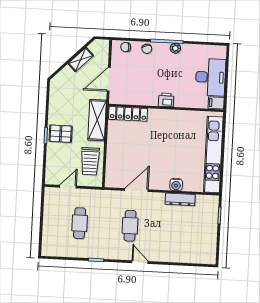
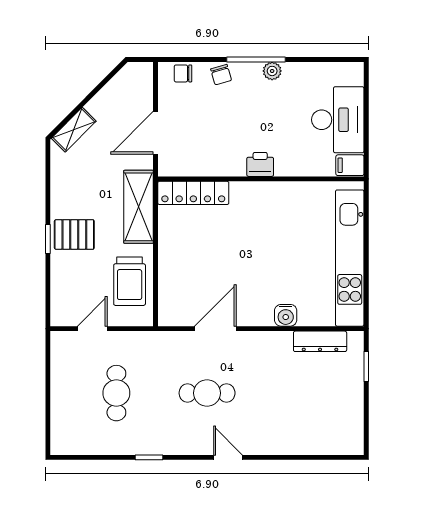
shelving: (81, 59) -> (74, 130), moved
dresser: (180, 199) -> (320, 341), moved
cafe table: (130, 226) -> (207, 393), turned 90

